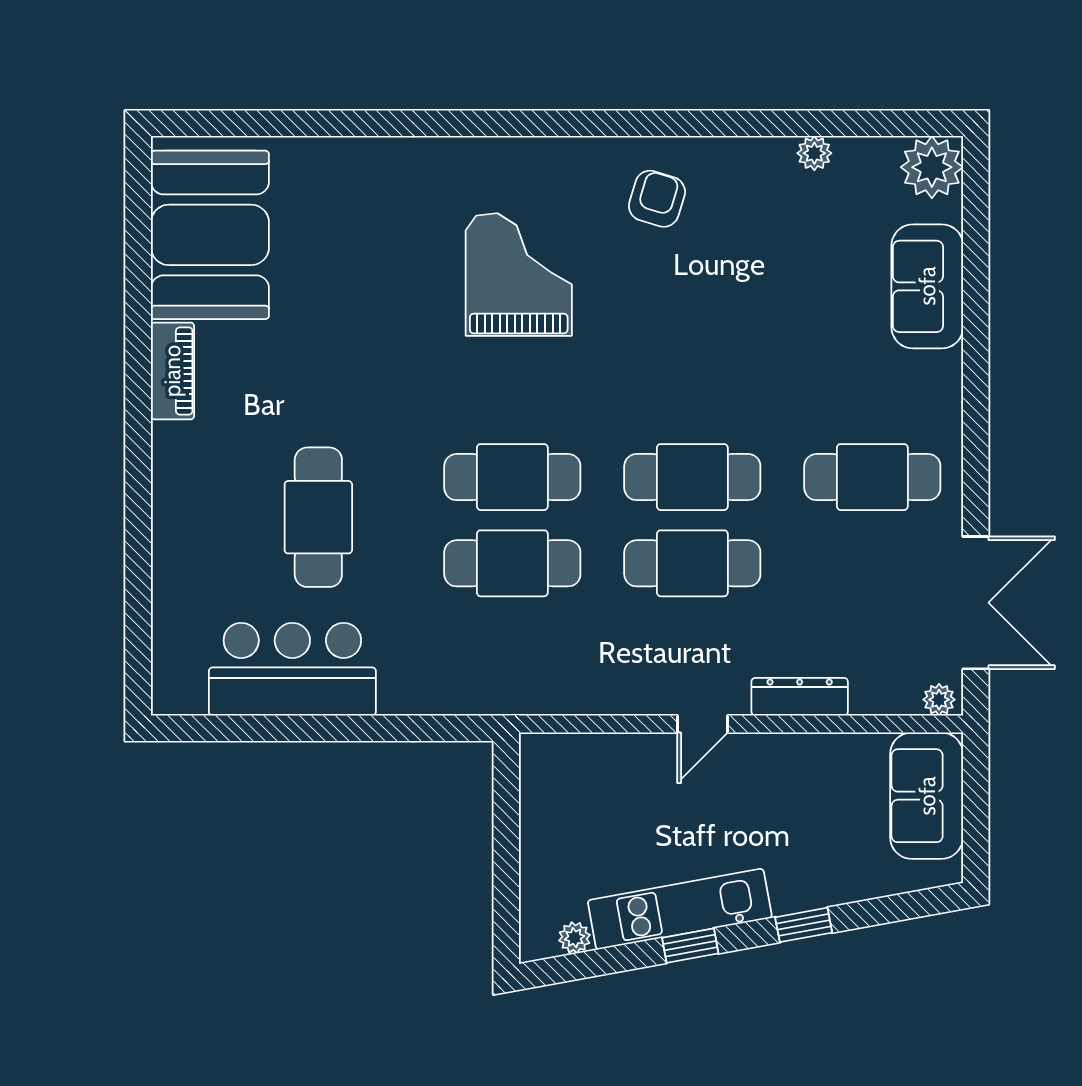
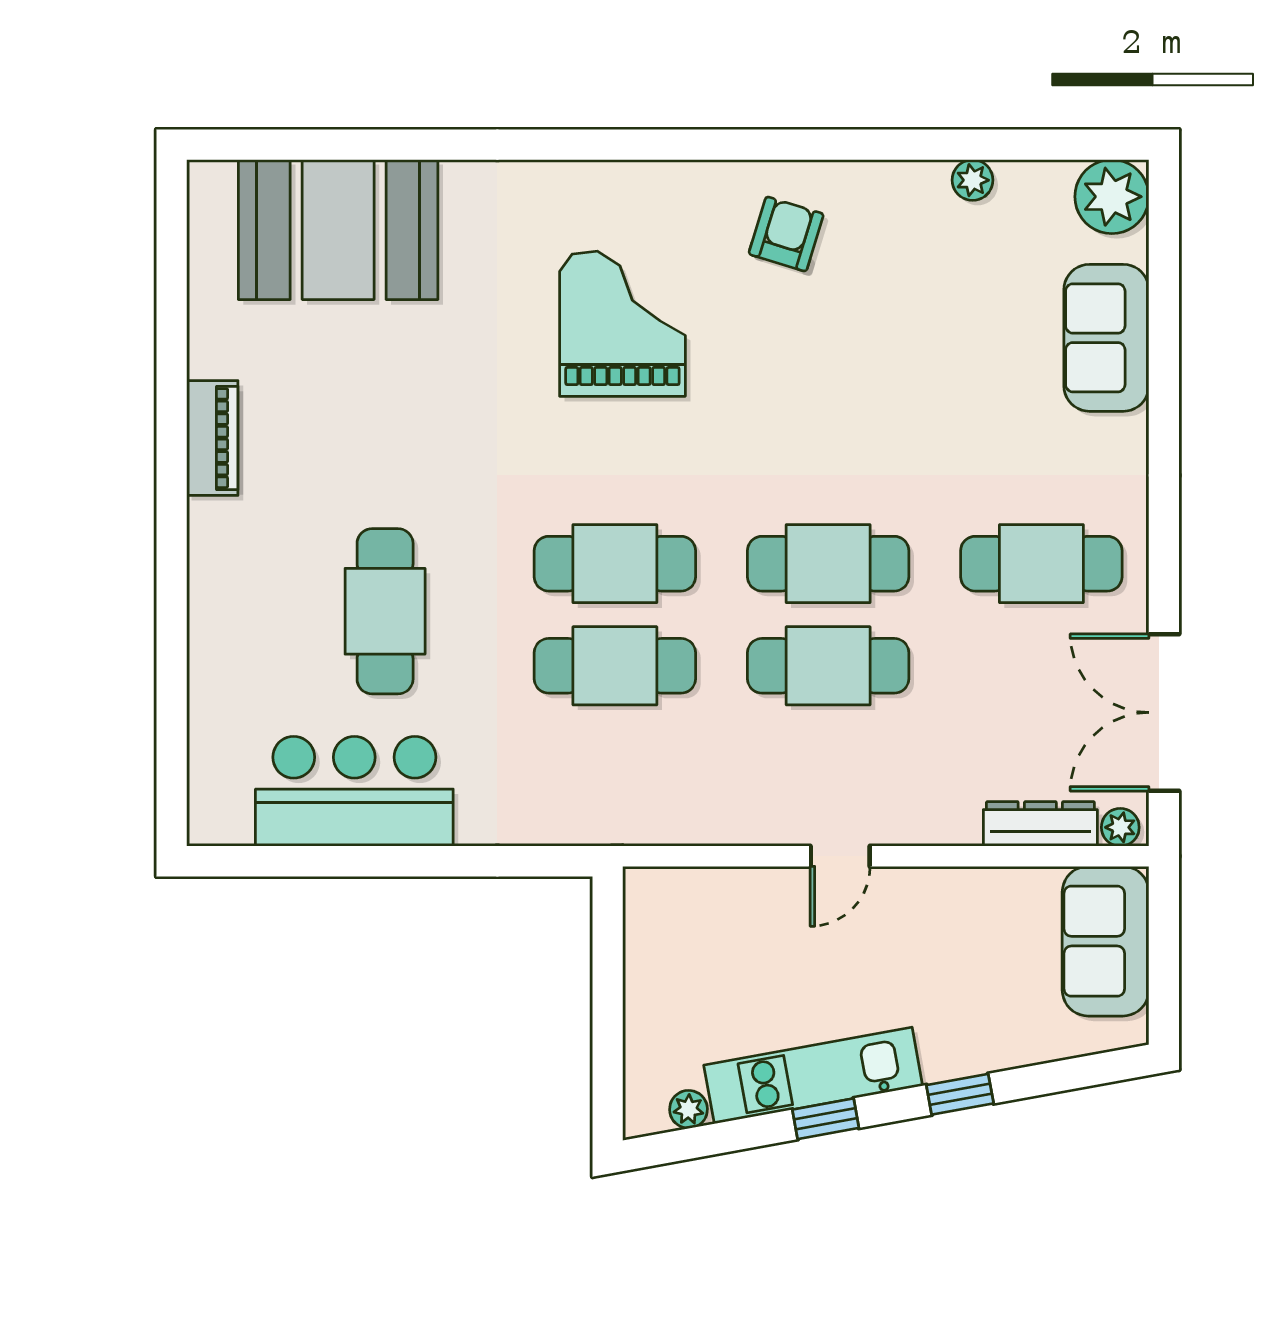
booth: (210, 235) -> (338, 230), moved, turned 90
double door: (976, 603) -> (1164, 712), swing flipped
dresser: (800, 697) -> (1040, 824), moved

